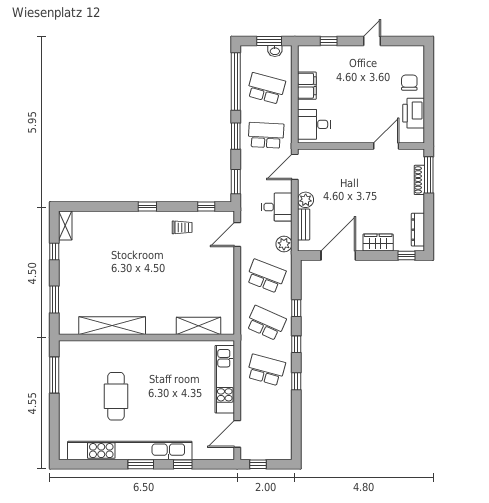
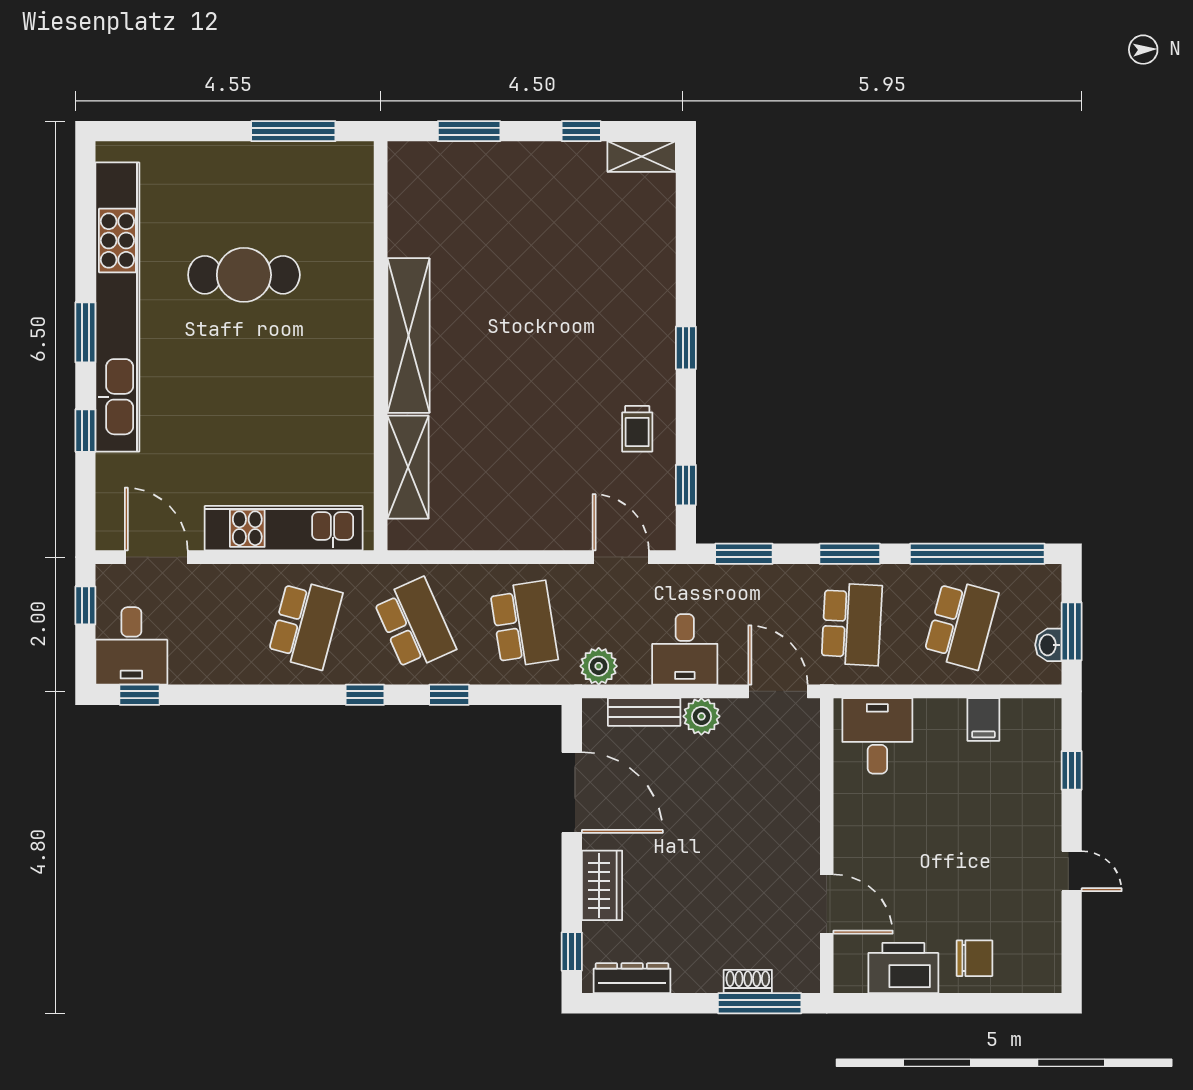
filing cabinet: (307, 86) -> (983, 719), width x0.50
shoe rack: (419, 180) -> (748, 982), width x0.70
school desk: (266, 276) -> (524, 624), turned -30
school desk: (266, 323) -> (415, 624), turned -48
shelving: (112, 326) -> (408, 336), moved
window: (296, 381) -> (140, 695), moved
desk: (275, 445) -> (131, 646), added

